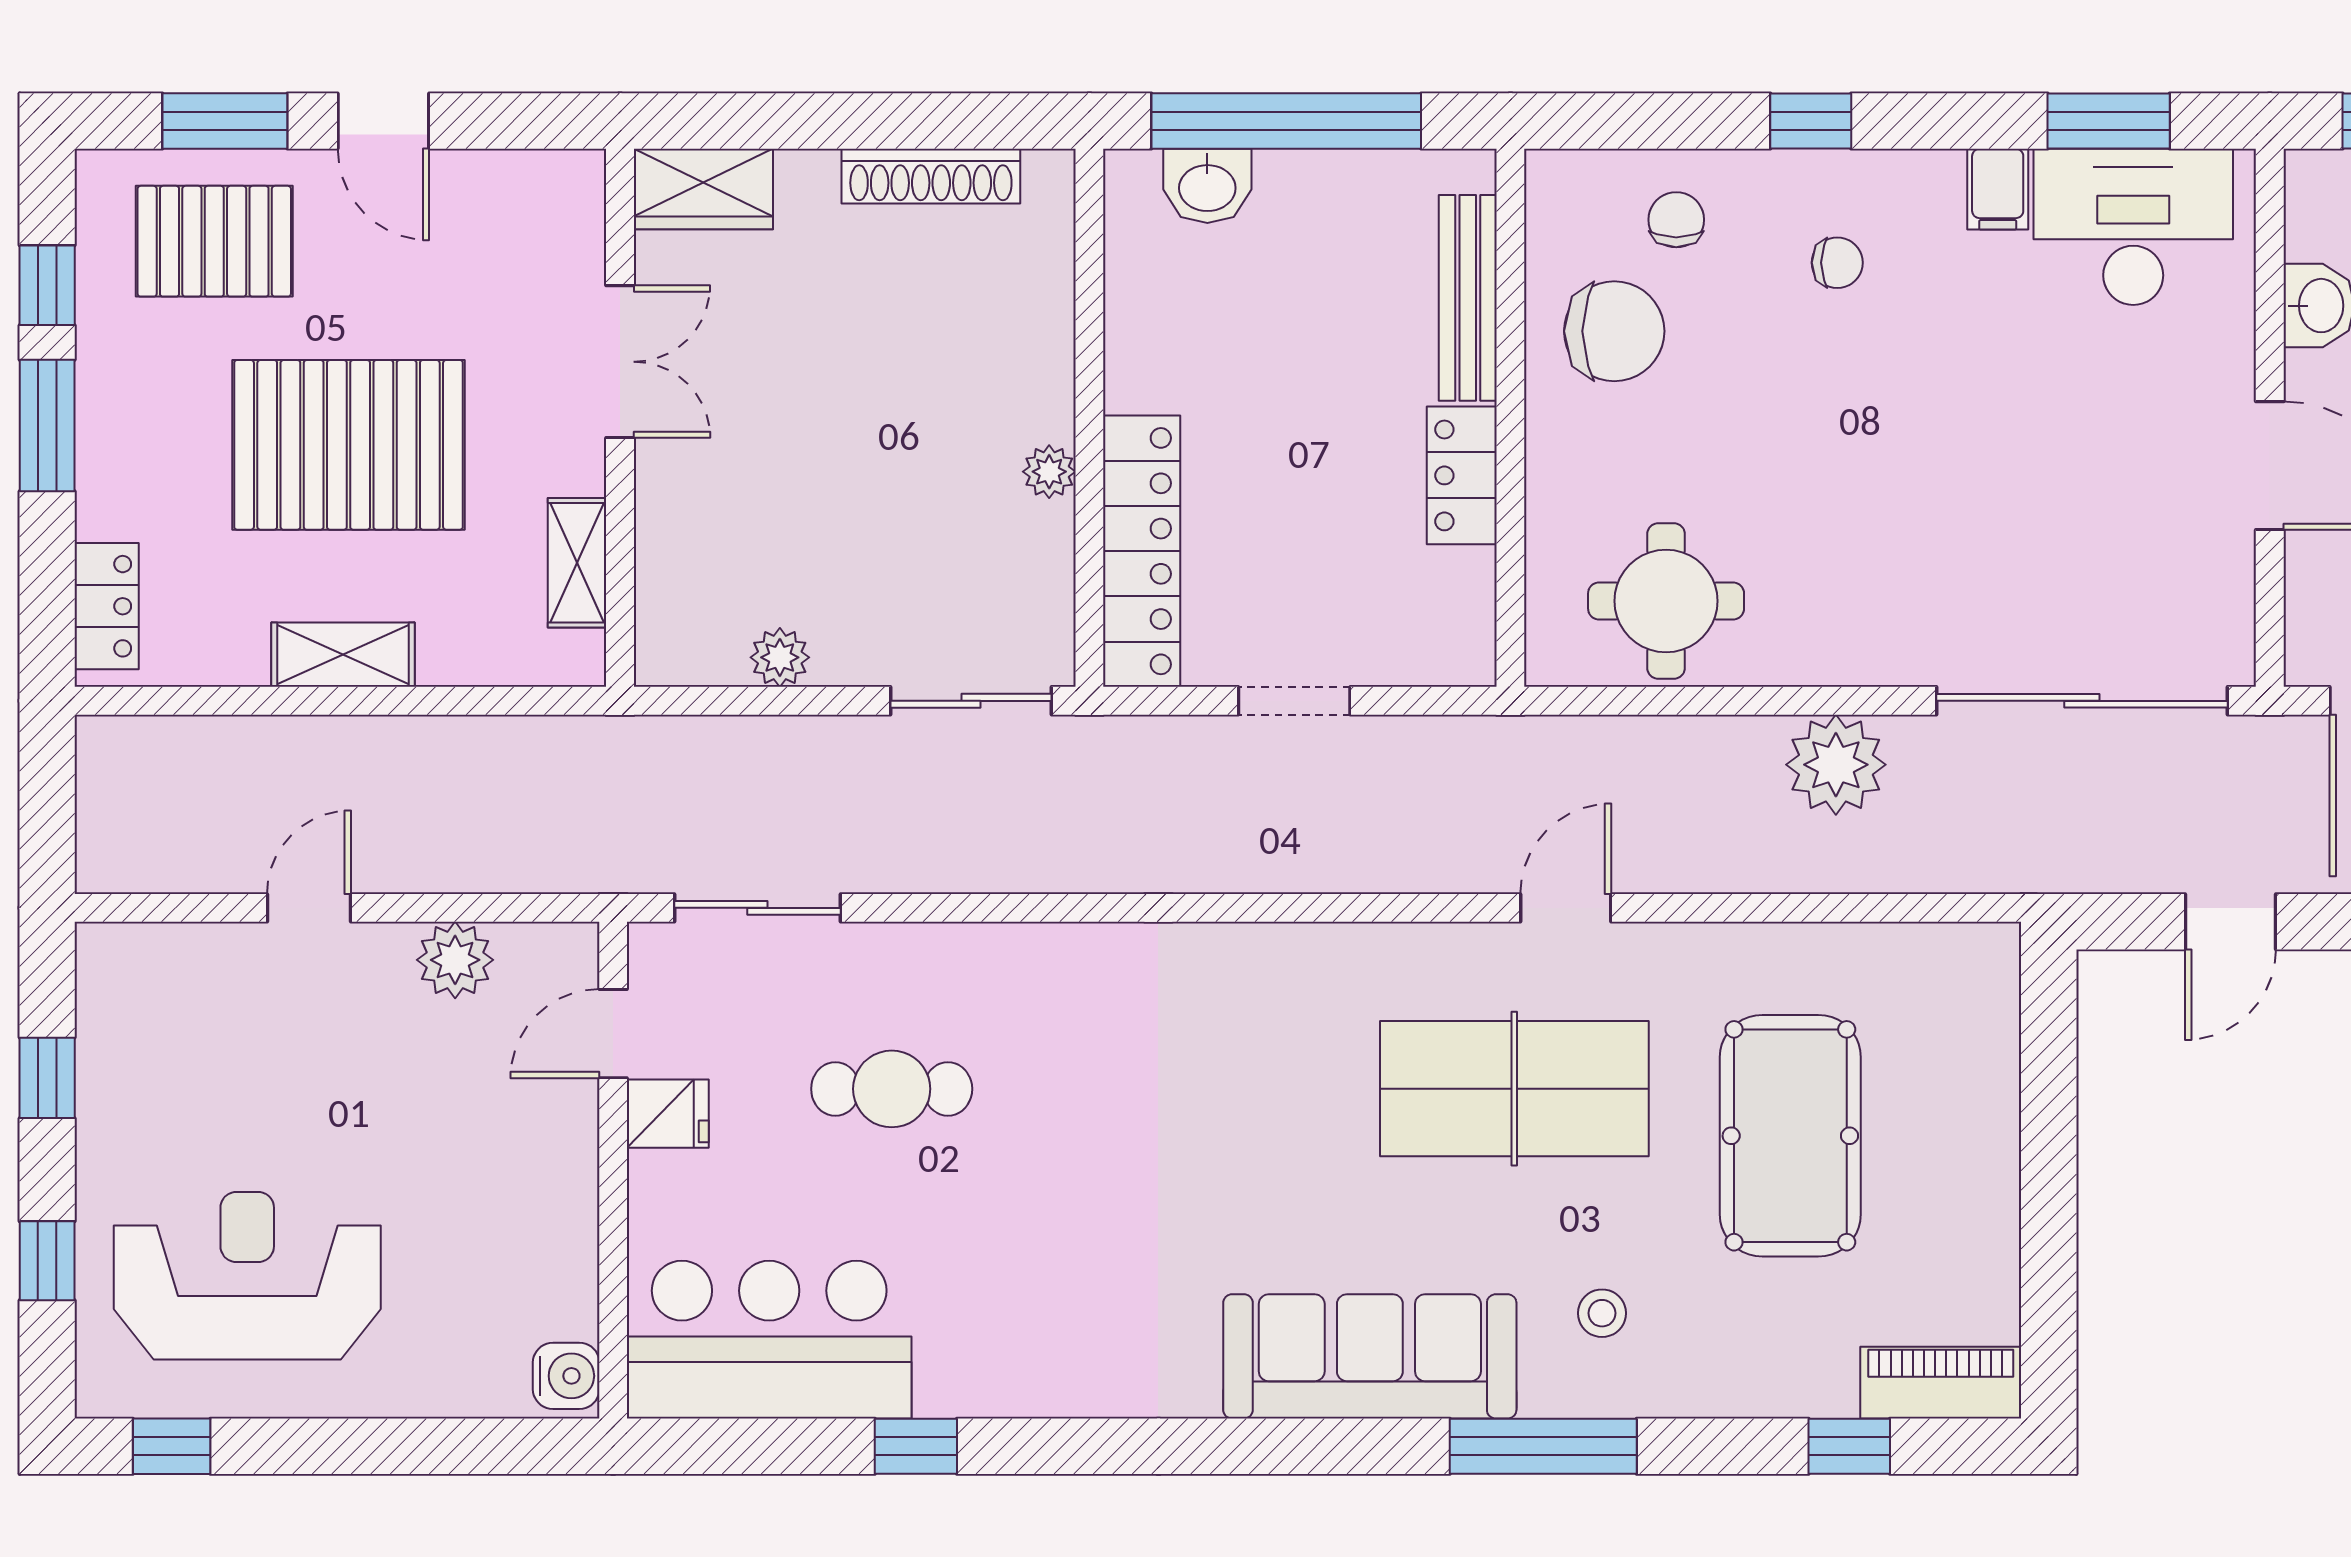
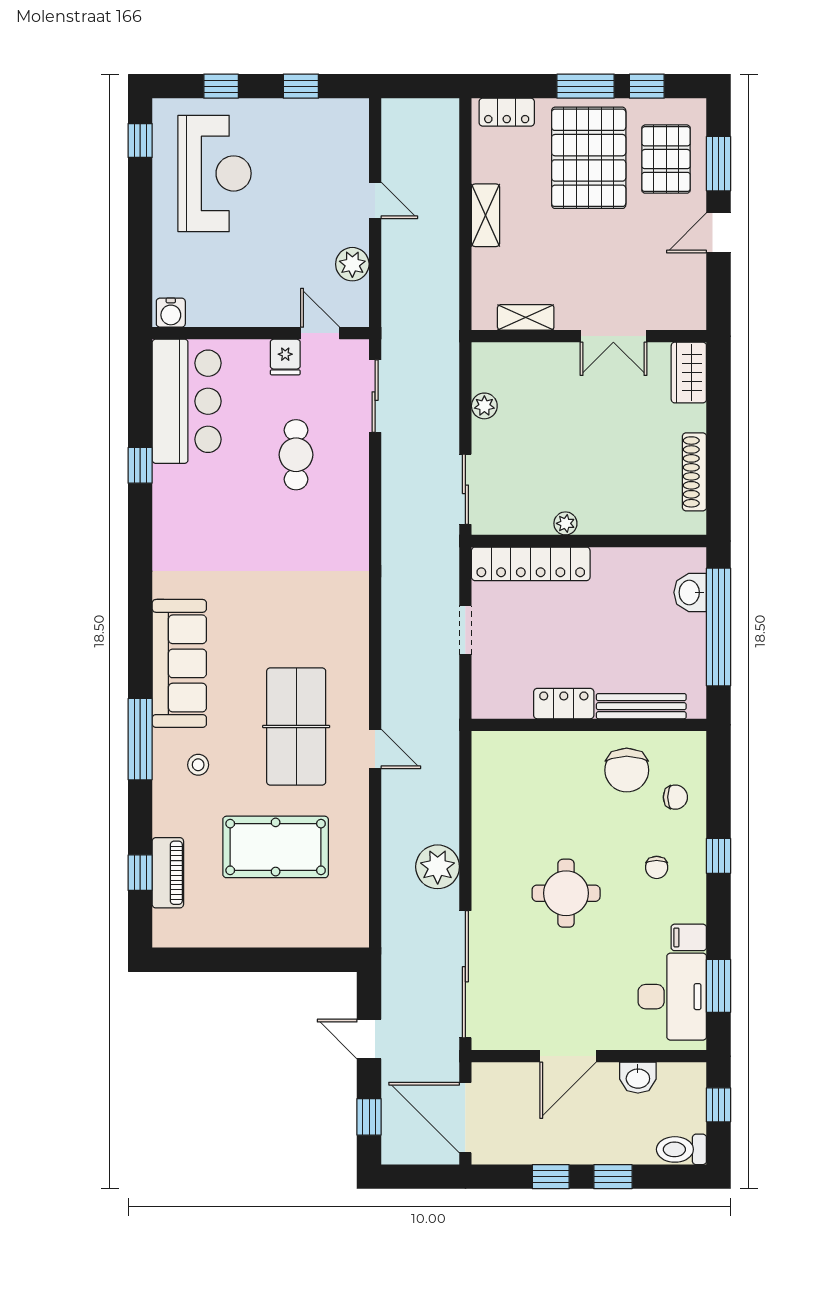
pallet: (348, 445) -> (589, 158), moved
round table: (1666, 601) -> (566, 893), moved
piano: (1941, 1383) -> (168, 873), moved

